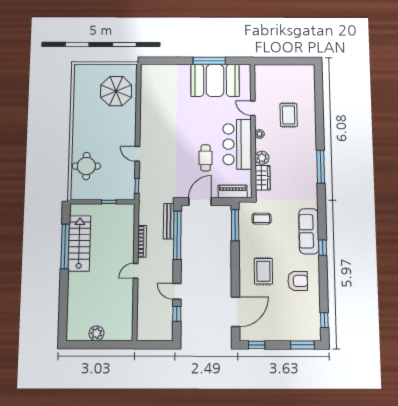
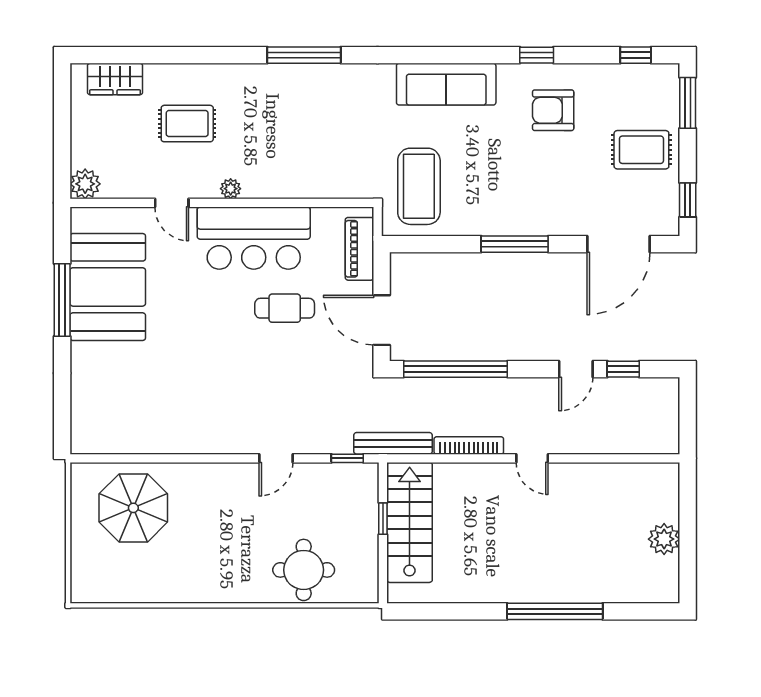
door: (253, 108) -> (172, 203), hinge flipped
plant: (262, 158) -> (85, 184), moved
wardrobe: (263, 178) -> (115, 79), moved, turned 180
coffee table: (262, 219) -> (419, 186), width x1.86, depth x1.72
bench: (169, 221) -> (393, 443), moved
window: (235, 225) -> (515, 244), moved
stairs: (79, 243) -> (410, 522), moved, turned 90
window: (65, 246) -> (555, 611), moved
window: (323, 248) -> (537, 55), moved
rug: (263, 271) -> (641, 150), moved
armchair: (298, 281) -> (553, 110), turned -90
door: (236, 312) -> (618, 244), swing flipped

